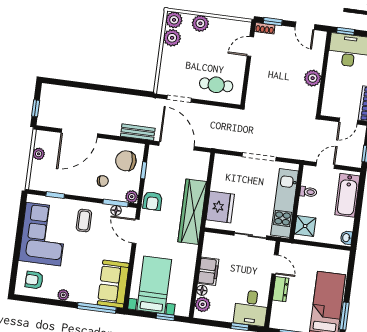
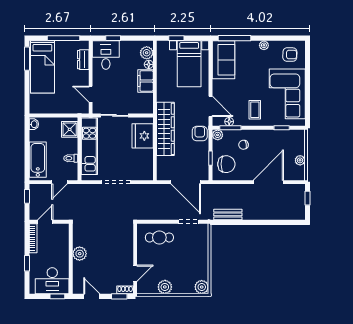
plant: (200, 23) -> (165, 287), moved
plant: (172, 38) -> (201, 272), removed
bench: (138, 132) -> (228, 214), moved
dresser: (281, 289) -> (83, 60), moved

